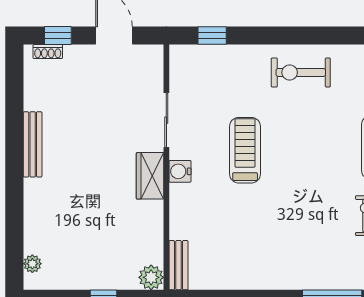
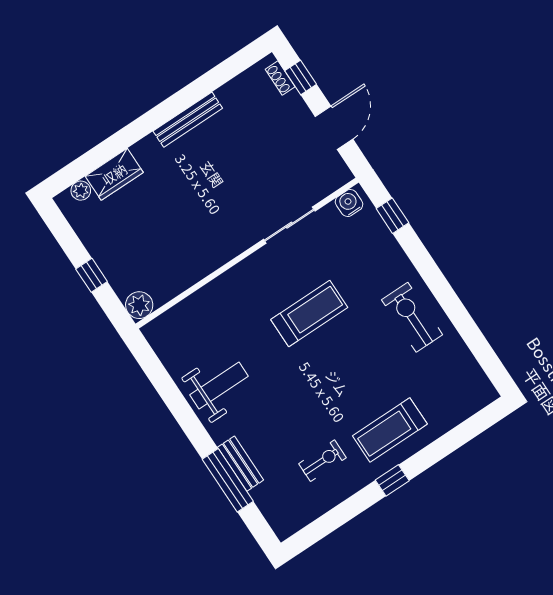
water cooler: (180, 171) -> (349, 203), moved
wardrobe: (150, 176) -> (114, 174), moved, turned 180
weight bench: (254, 257) -> (219, 385), added
bench: (178, 265) -> (241, 464), moved, turned 90

